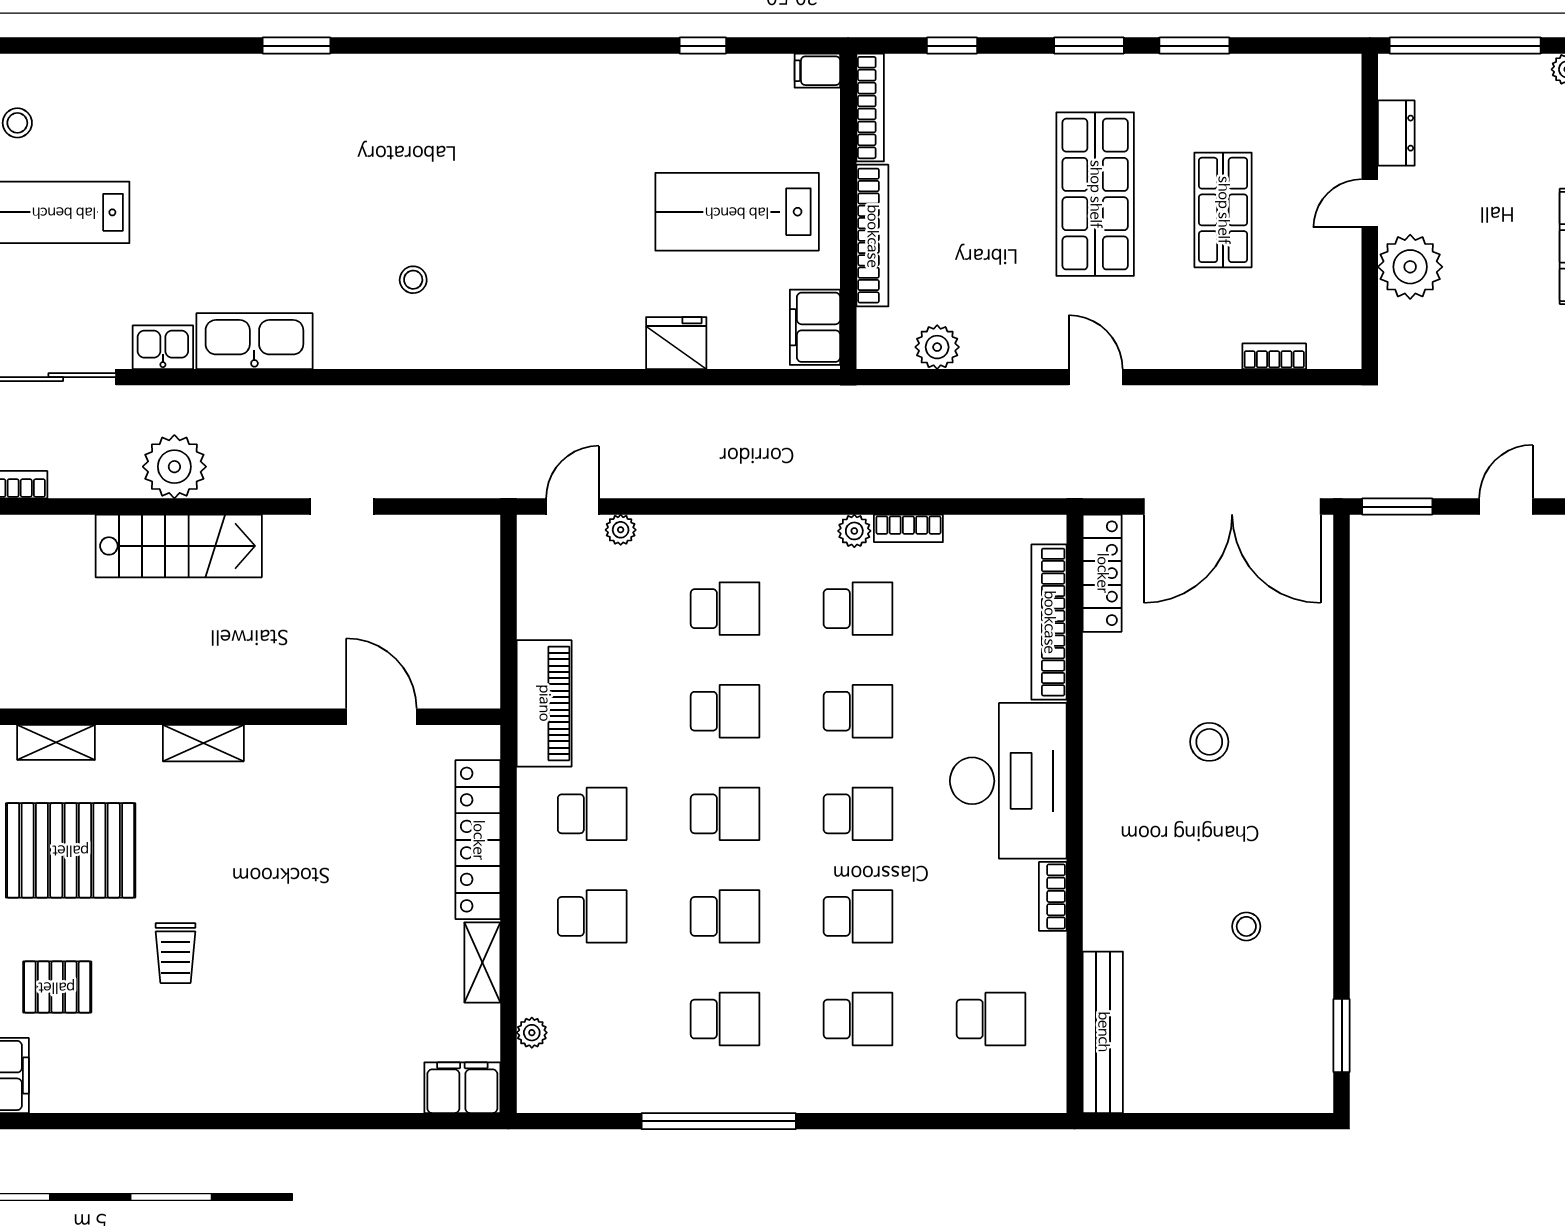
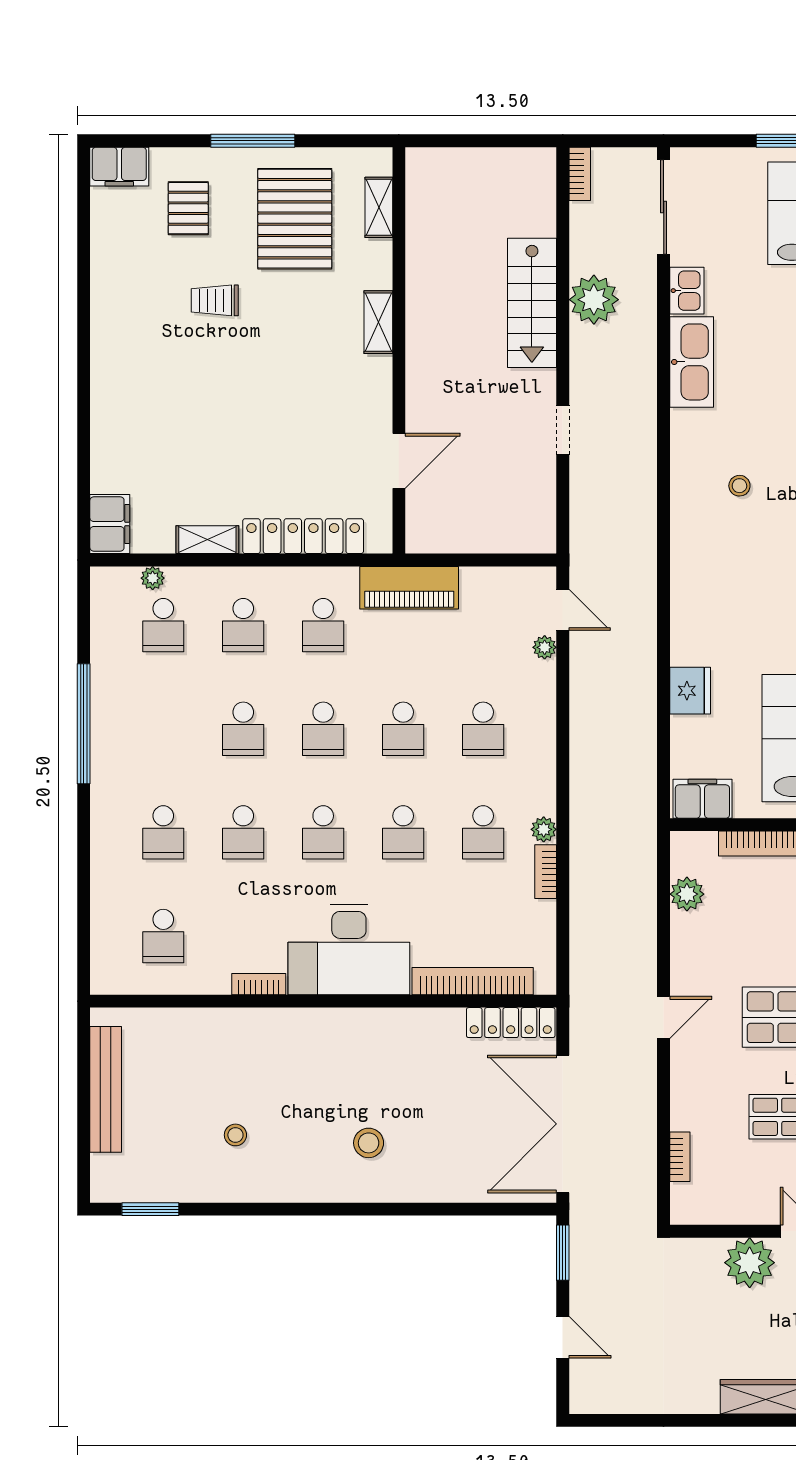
stool: (1209, 742) -> (369, 1143), moved
school desk: (725, 1019) -> (163, 625), moved
bench: (1103, 1032) -> (106, 1089), moved, turned 90

